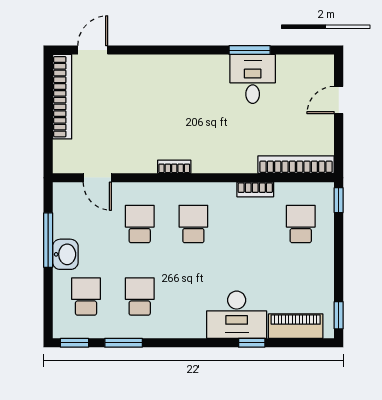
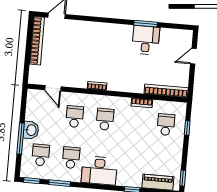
window: (339, 200) -> (187, 128), moved
window: (48, 240) -> (20, 139), moved
desk: (237, 315) -> (99, 171), moved

